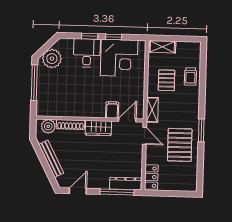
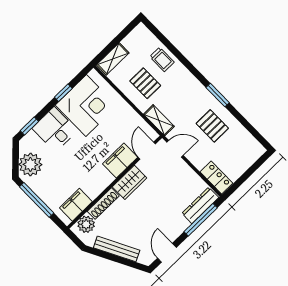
window: (90, 36) -> (29, 126), moved
filing cabinet: (54, 109) -> (76, 205), added
filing cabinet: (112, 110) -> (120, 161), width x2.00
pallet: (180, 145) -> (212, 126), width x0.67, depth x0.71

